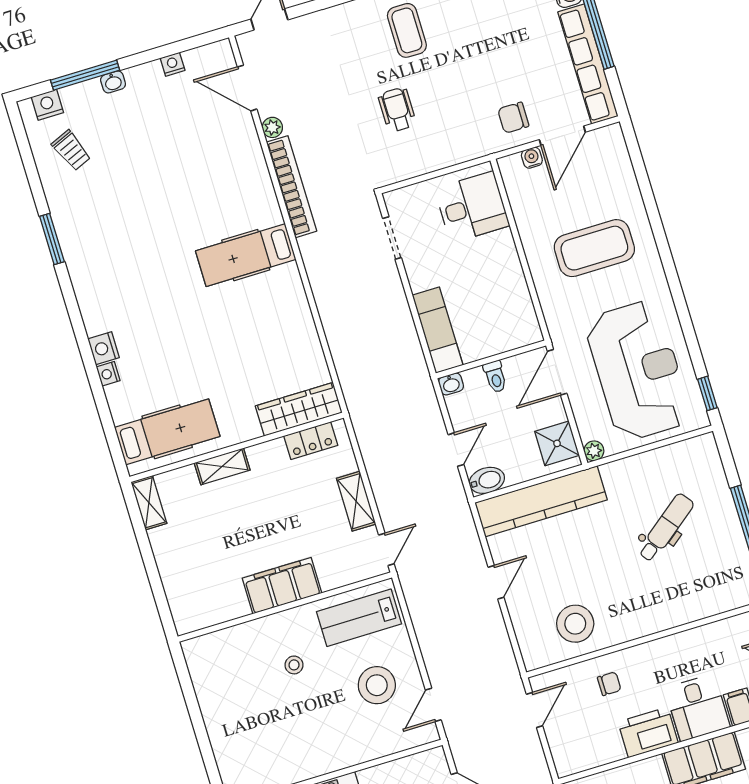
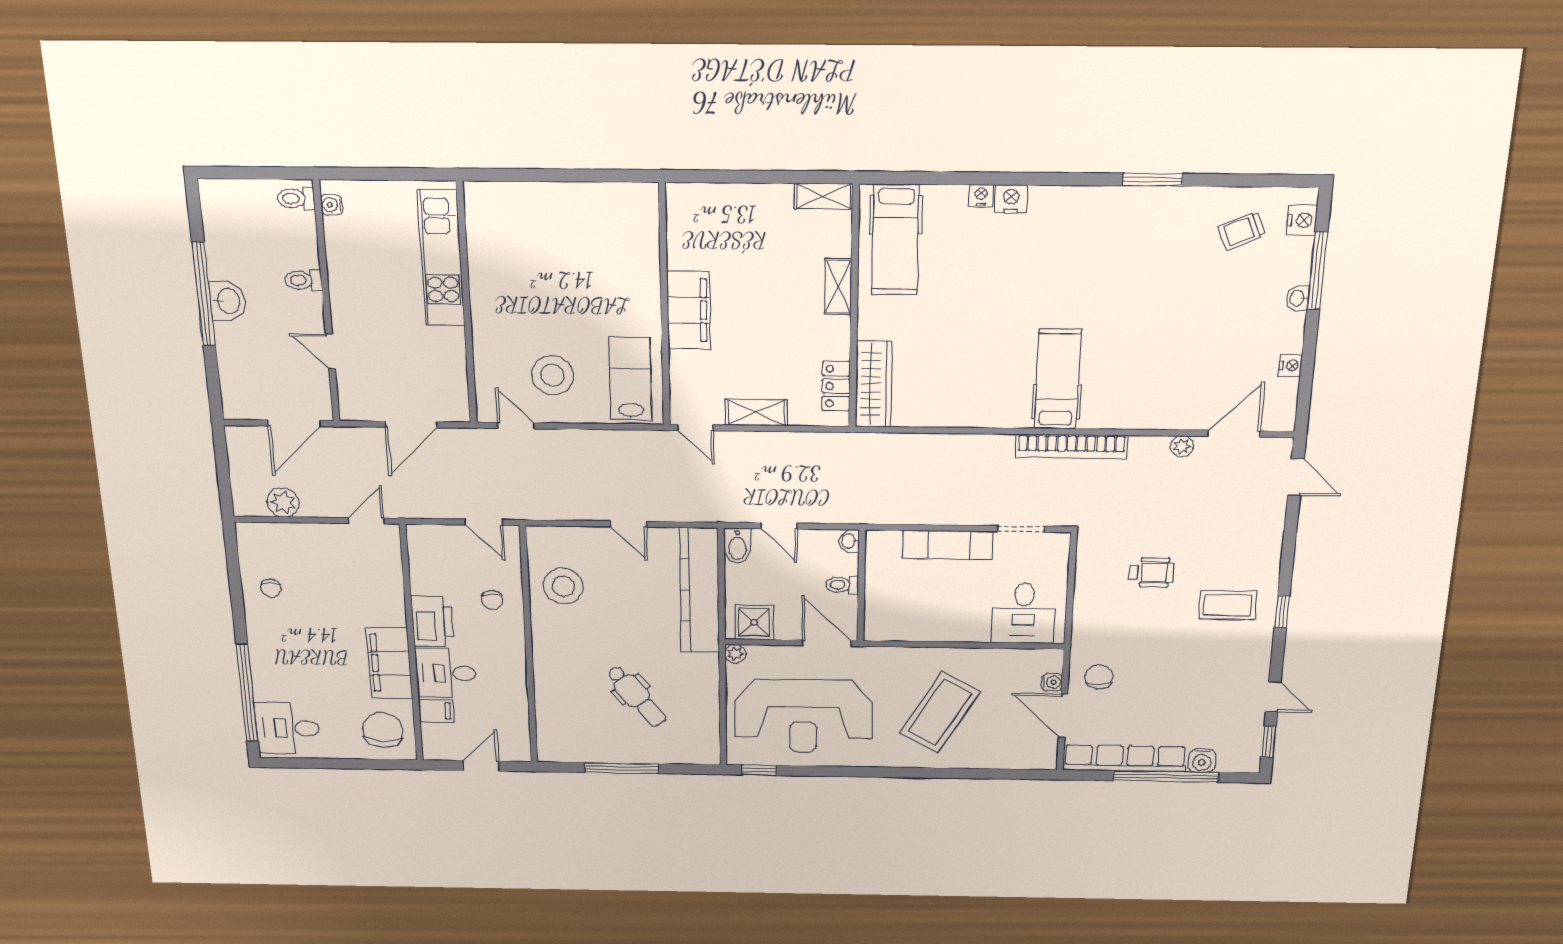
bookcase: (292, 187) -> (1071, 446), moved
coffee table: (594, 248) -> (940, 712), turned 30
exam couch: (438, 330) -> (948, 545), moved
stool: (294, 665) -> (598, 297), removed

